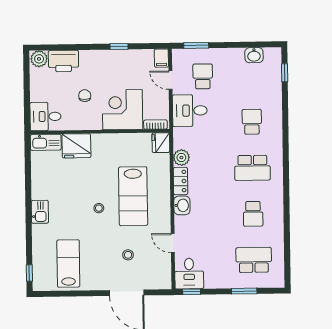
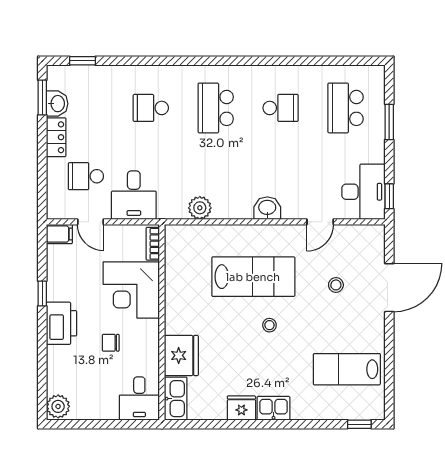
window: (196, 45) -> (42, 97), moved
printer: (63, 61) -> (61, 323), moved
door: (170, 80) -> (91, 222), hinge flipped
fridge: (161, 143) -> (241, 408), moved, turned 180
school desk: (252, 168) -> (216, 108), turned 180
locker: (181, 181) -> (56, 137), moved, turned 90
desk: (189, 274) -> (363, 192), width x1.37

